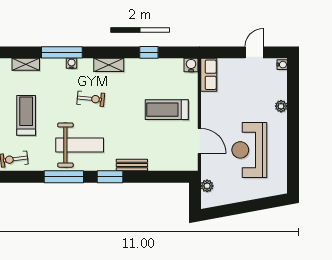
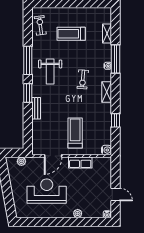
row of seats: (209, 75) -> (80, 163), moved
treadmill: (26, 115) -> (71, 34), turned 180
weight bench: (80, 145) -> (50, 72), width x0.73, depth x0.75

